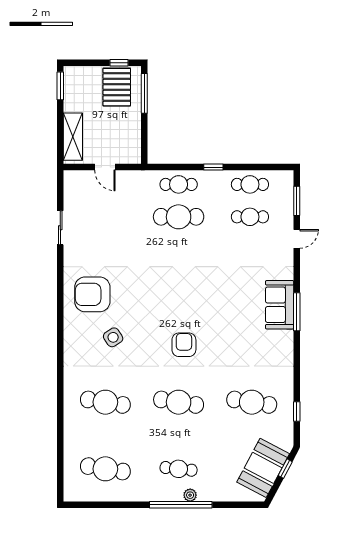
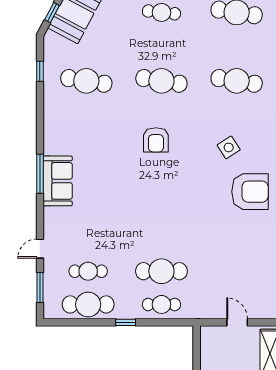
cafe table: (250, 184) -> (88, 304), width x1.37, depth x1.35

